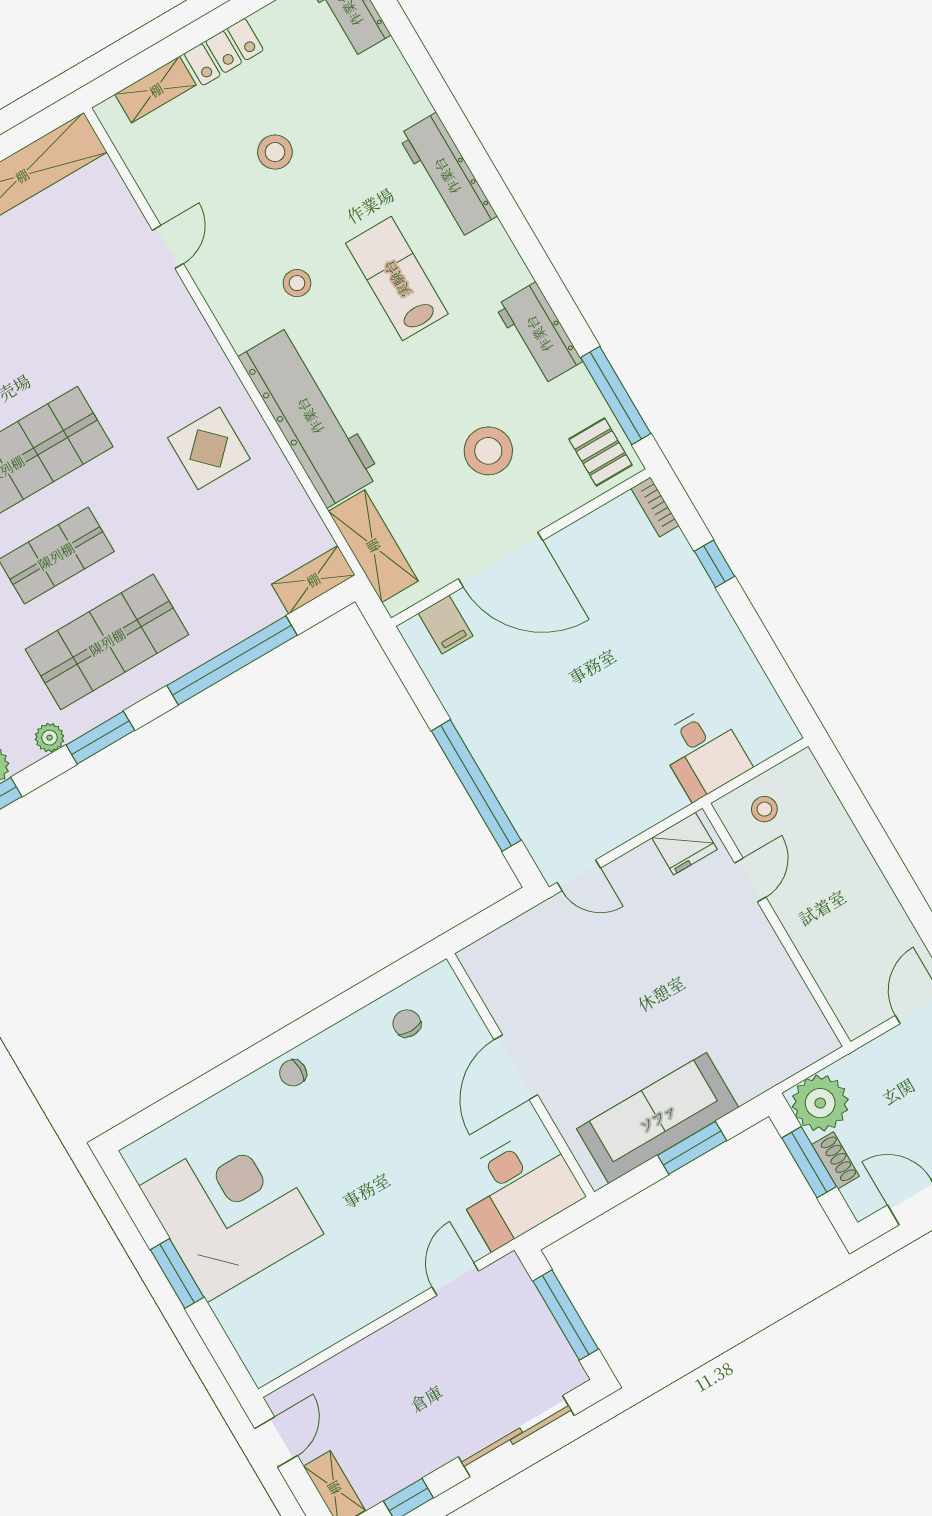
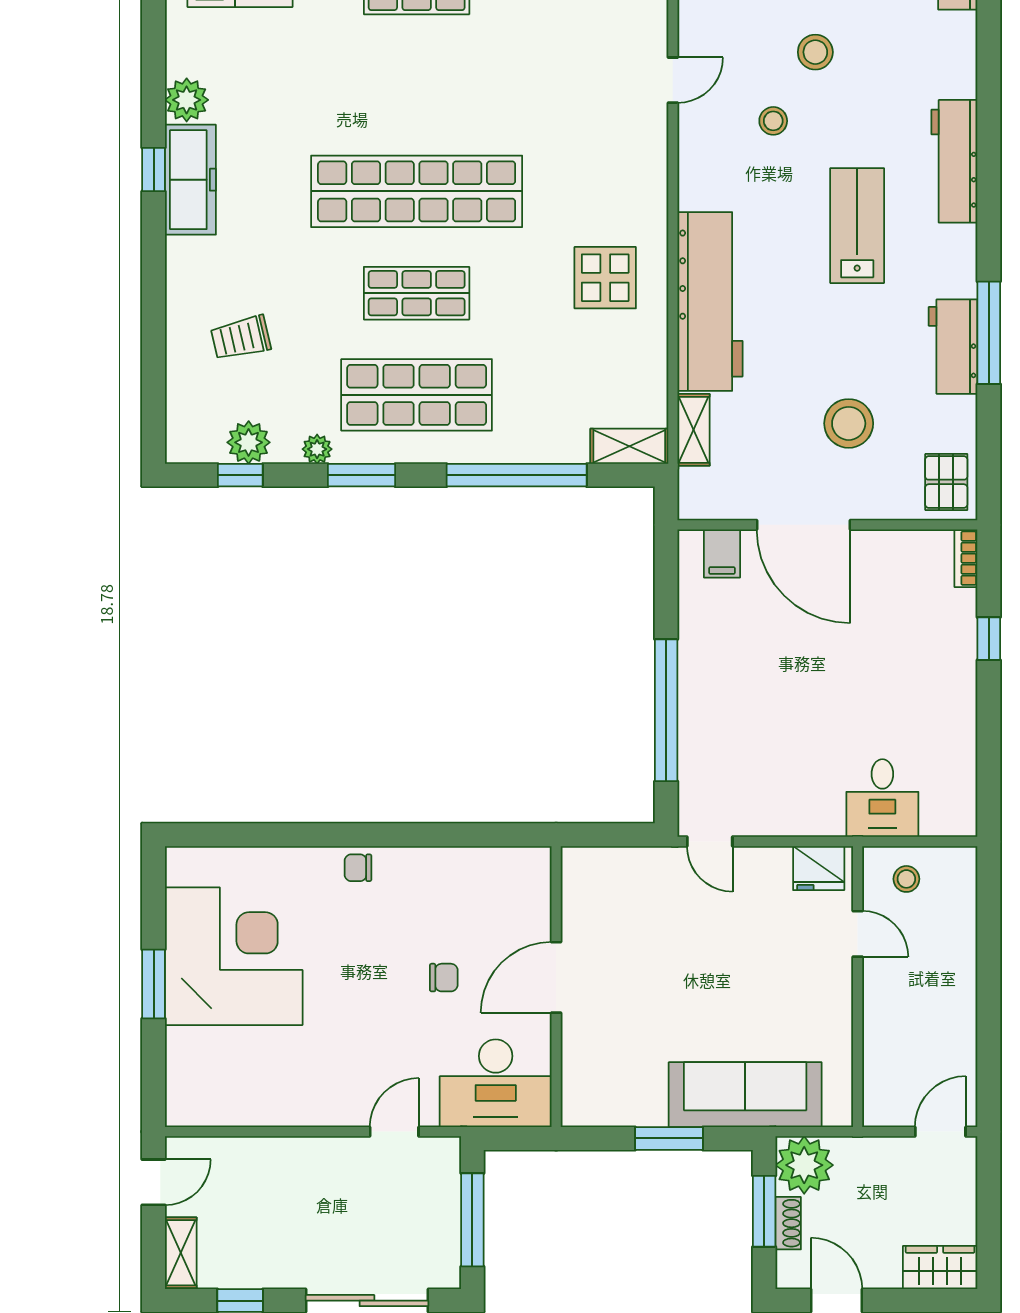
stool: (297, 283) -> (773, 121), moved
window: (616, 395) -> (989, 333), moved
shelving: (373, 546) -> (694, 430), width x0.67, depth x0.75
door: (750, 880) -> (858, 934), hinge flipped
chair: (407, 1023) -> (444, 978), moved, turned 90
sofa: (658, 1118) -> (745, 1095), moved

